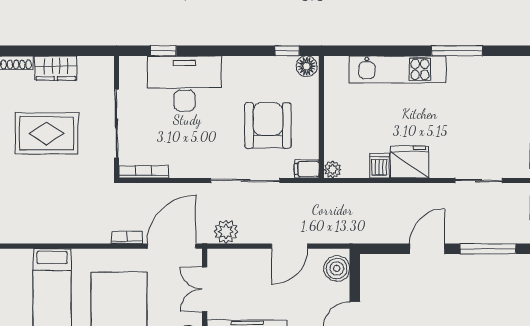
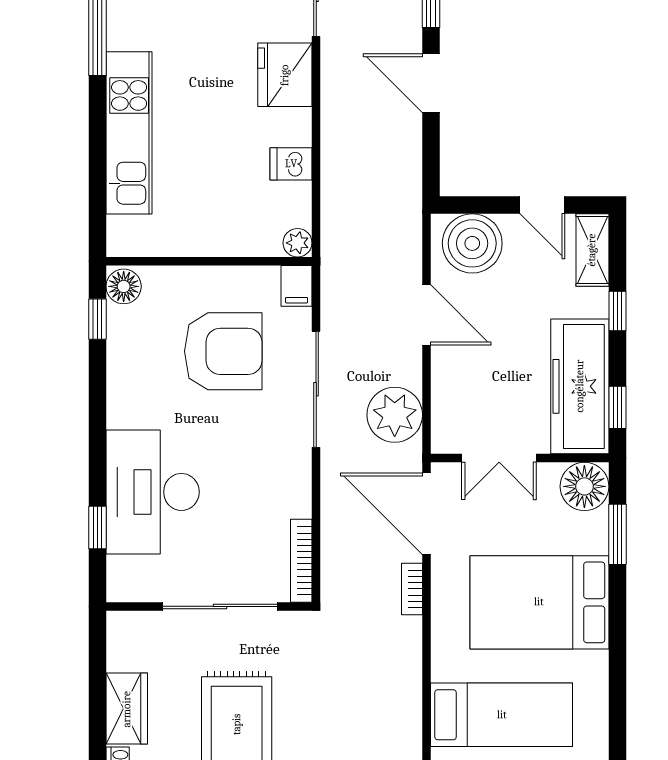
armchair: (268, 125) -> (223, 351), turned 180
fridge: (410, 162) -> (285, 75), moved
plant: (226, 232) -> (395, 415), width x1.36, depth x1.36
boiler: (337, 269) -> (472, 243), width x1.37, depth x1.37

